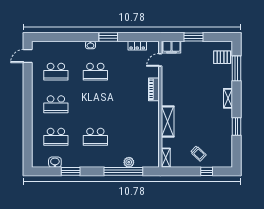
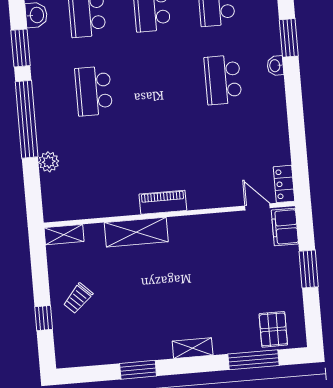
window: (108, 37) -> (289, 38), moved
locker: (137, 46) -> (284, 184), moved
piano: (154, 89) -> (163, 202), moved
window: (123, 171) -> (27, 119), moved

